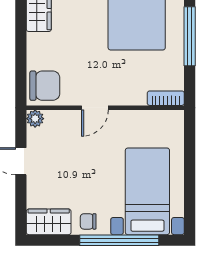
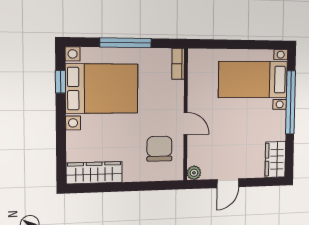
chair: (45, 86) -> (159, 149), moved
chair: (88, 221) -> (276, 128), removed

